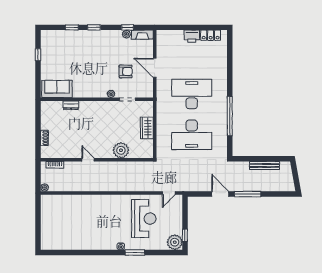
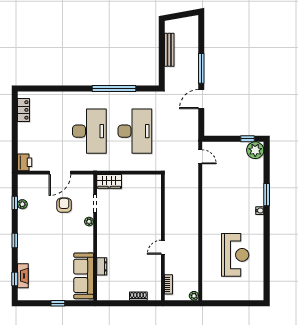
window: (72, 27) -> (15, 279), moved
fireplace: (142, 35) -> (23, 276), moved
printer: (192, 36) -> (25, 162), moved
window: (38, 55) -> (58, 303), moved
sofa: (57, 89) -> (84, 276), width x1.36
desk: (192, 94) -> (89, 131), turned 180
wardrobe: (147, 128) -> (109, 181), moved
plant: (121, 150) -> (152, 210), removed
reception desk: (144, 219) -> (235, 255), moved, turned 90

